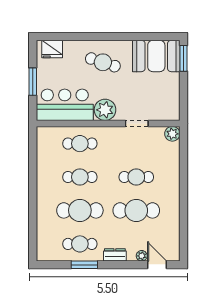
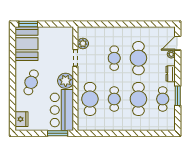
window: (33, 82) -> (58, 133), moved
plant: (172, 134) -> (83, 43), moved
cafe table: (80, 144) -> (90, 99), width x1.37, depth x1.35

